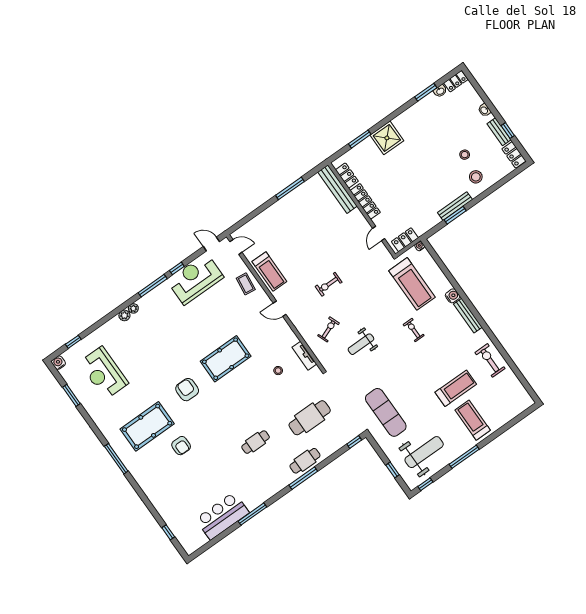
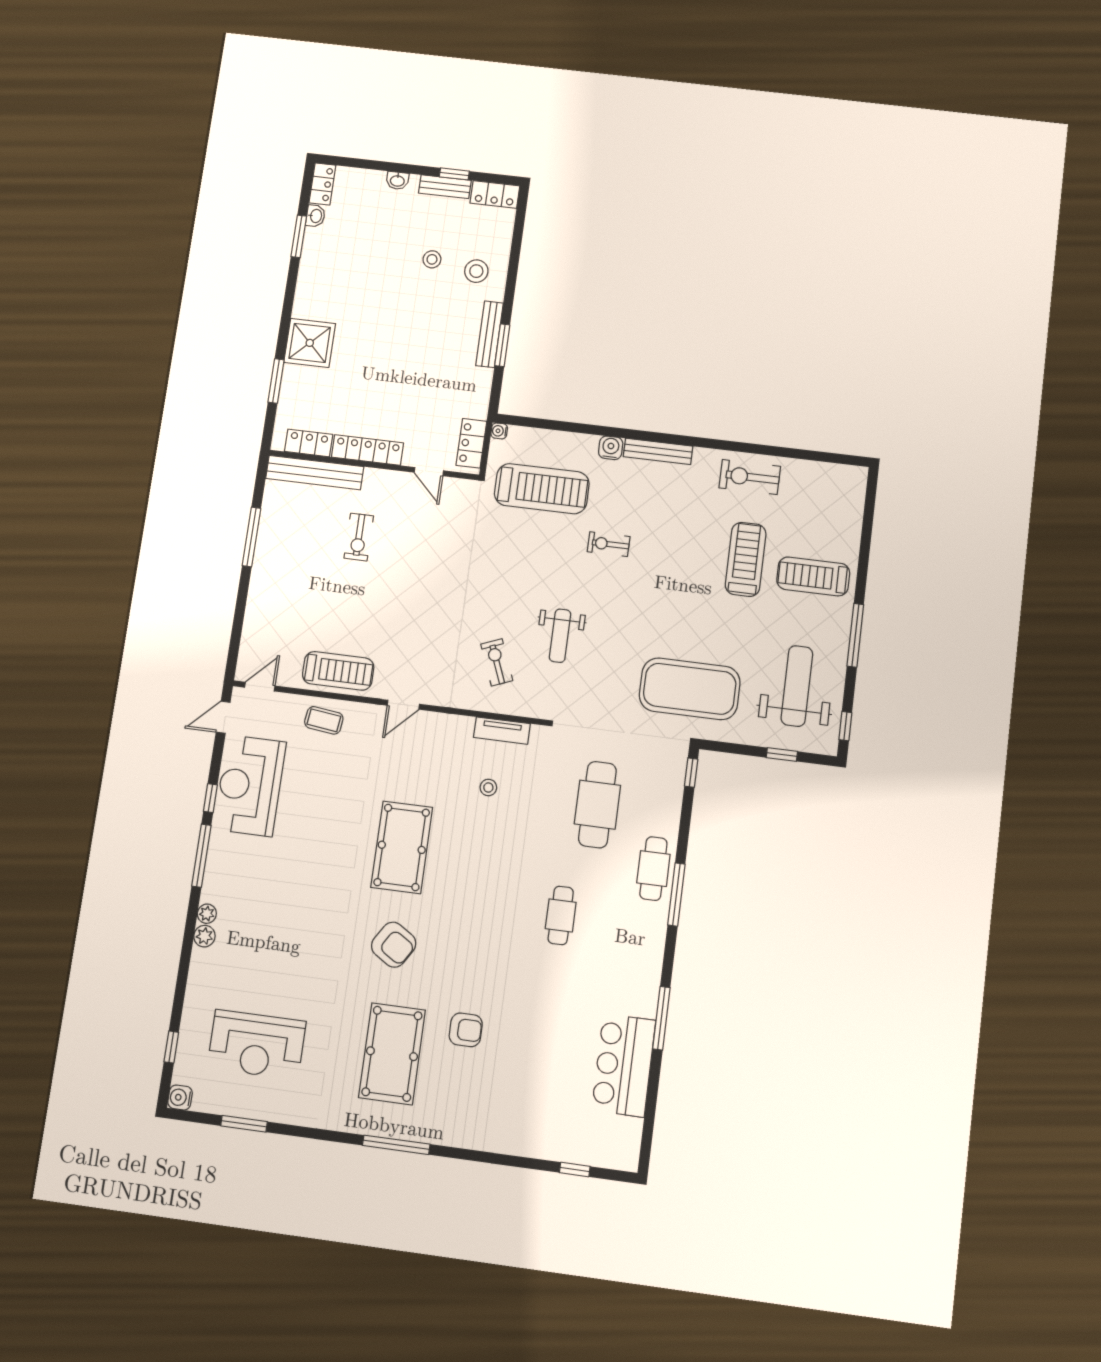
exercise bike: (329, 284) -> (359, 537), moved
armchair: (187, 390) -> (394, 945), turned -148
exercise mat: (386, 412) -> (690, 689), width x1.47

